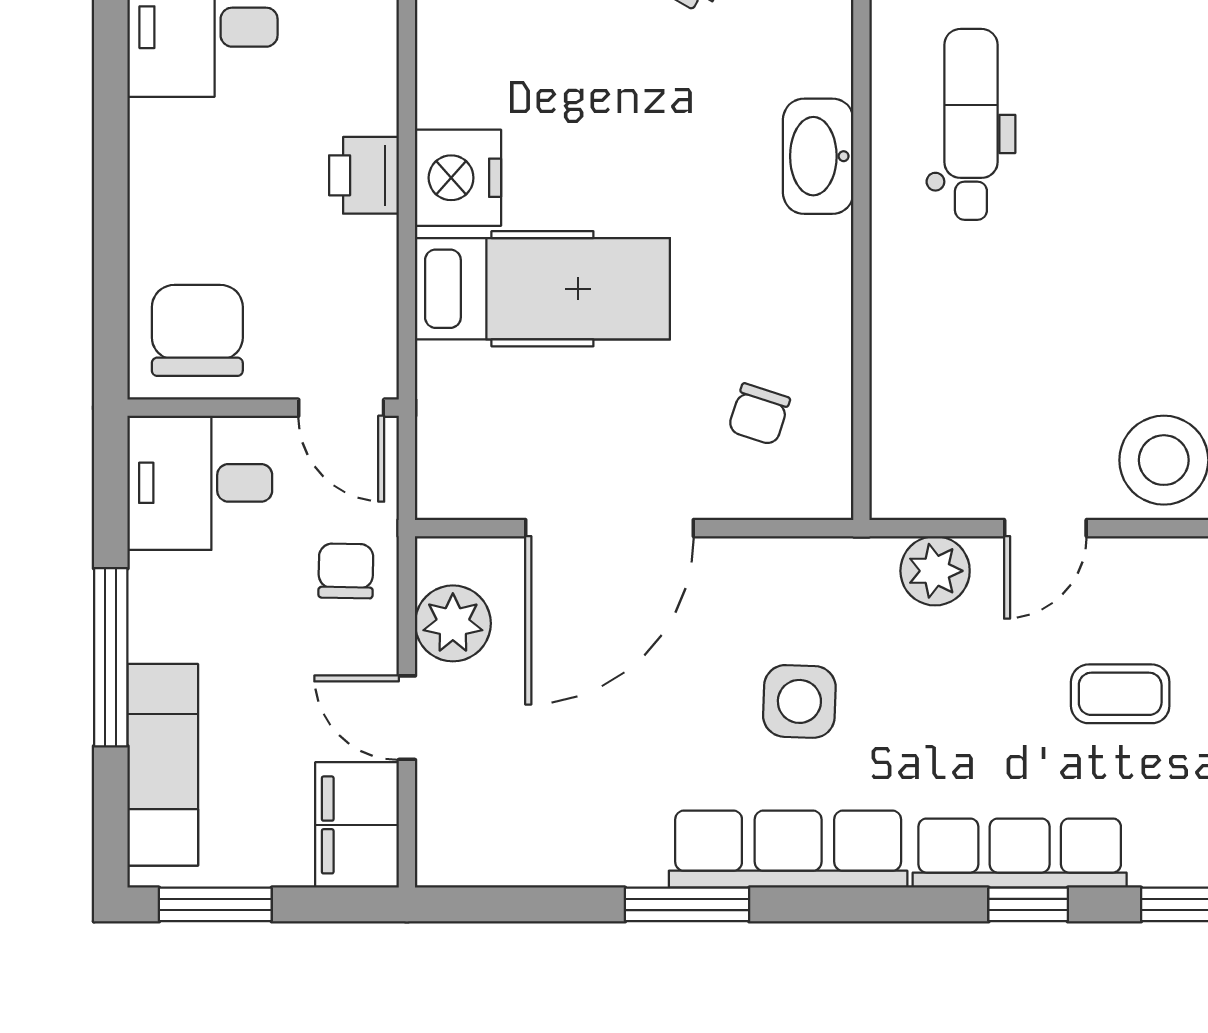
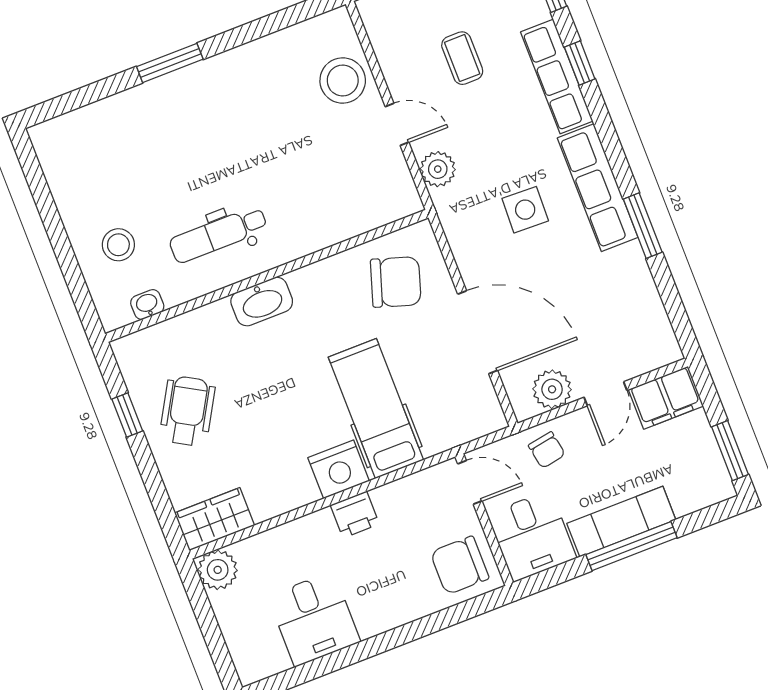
door: (341, 408) -> (470, 482), hinge flipped
chair: (759, 414) -> (396, 282), width x1.87, depth x1.87
chair: (346, 571) -> (547, 450), turned -101
exam couch: (163, 765) -> (621, 522), moved

